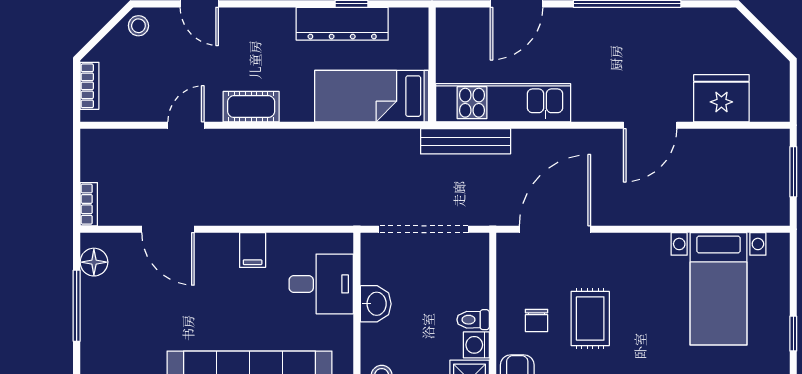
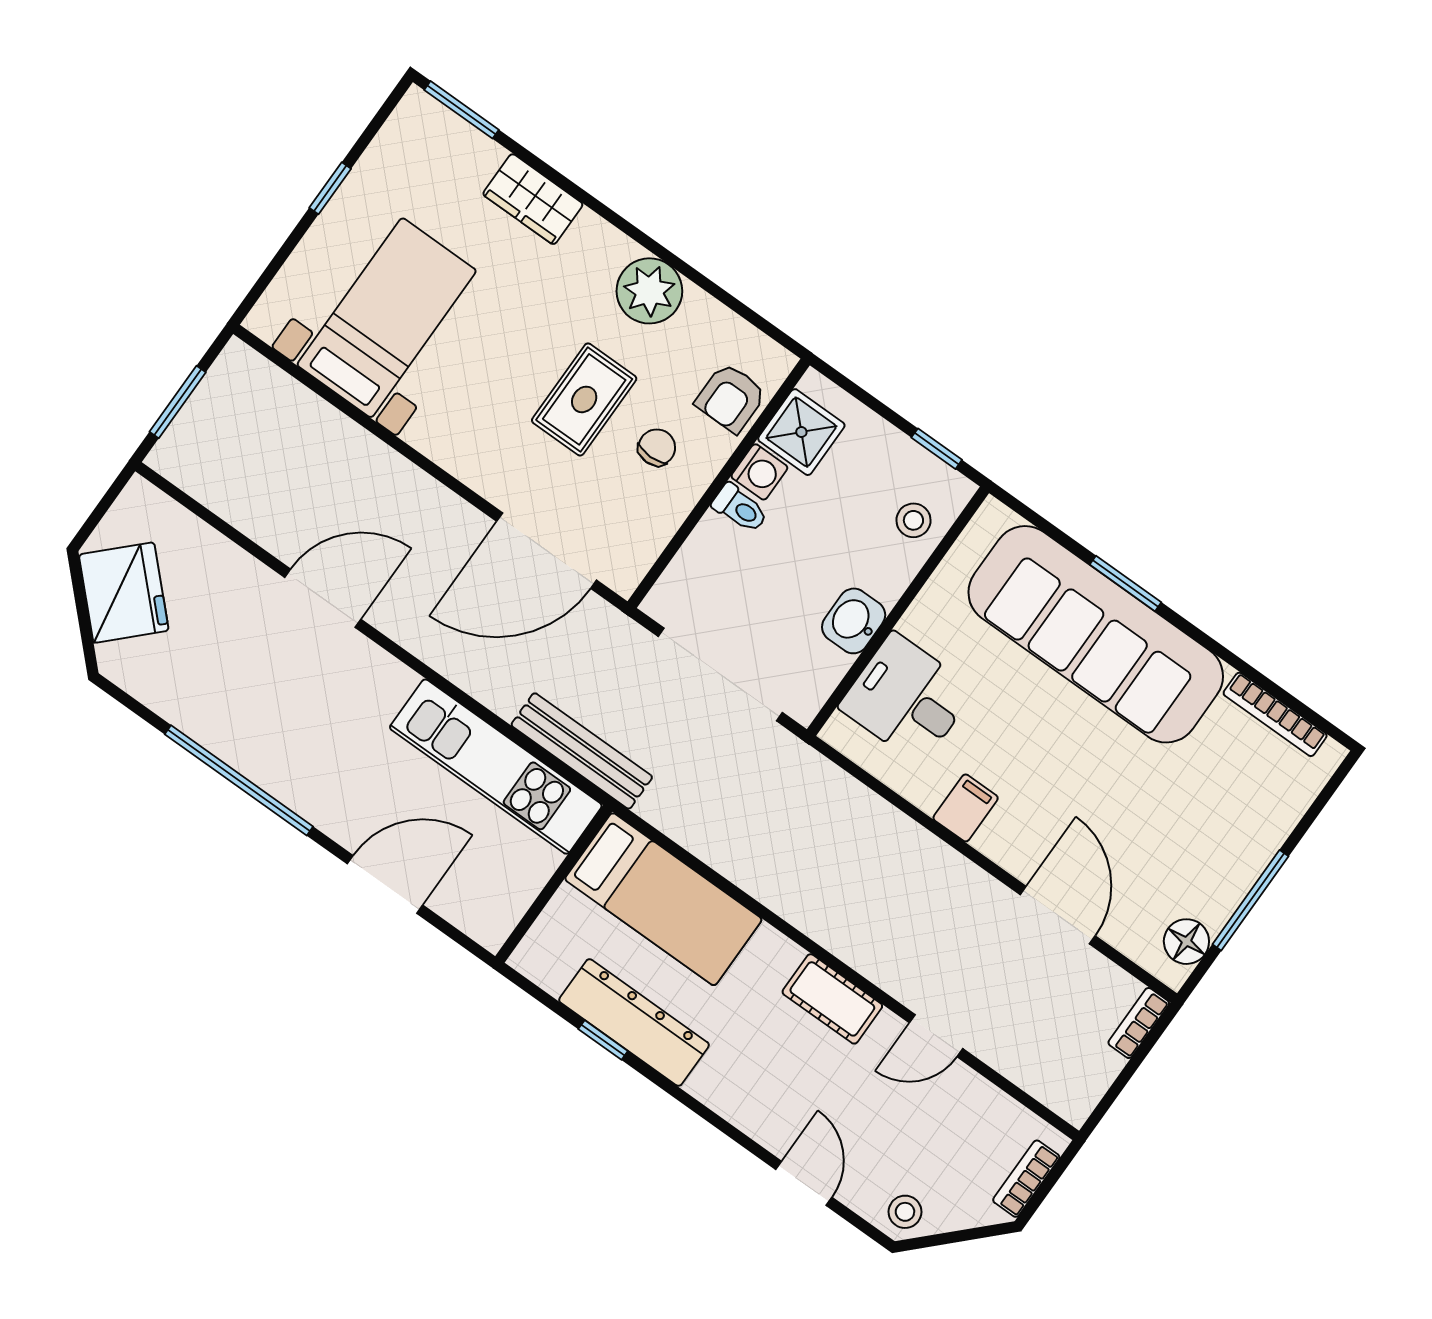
fridge: (721, 98) -> (124, 593), moved, turned -135

